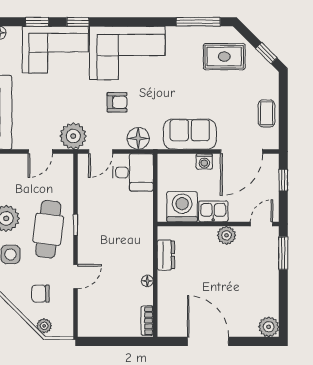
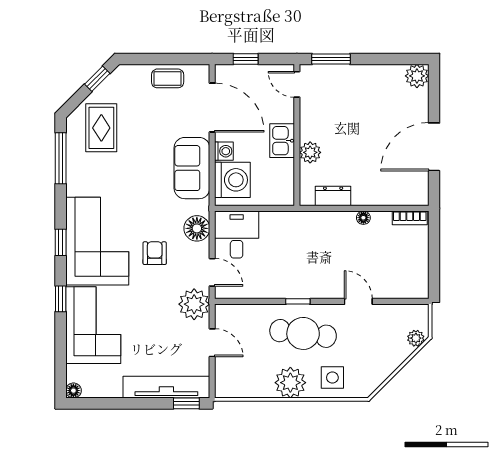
window: (37, 22) -> (61, 242), moved
washing machine: (182, 207) -> (232, 180), moved, turned 180
plant: (226, 235) -> (310, 152), moved
chair: (41, 294) -> (378, 342), removed

